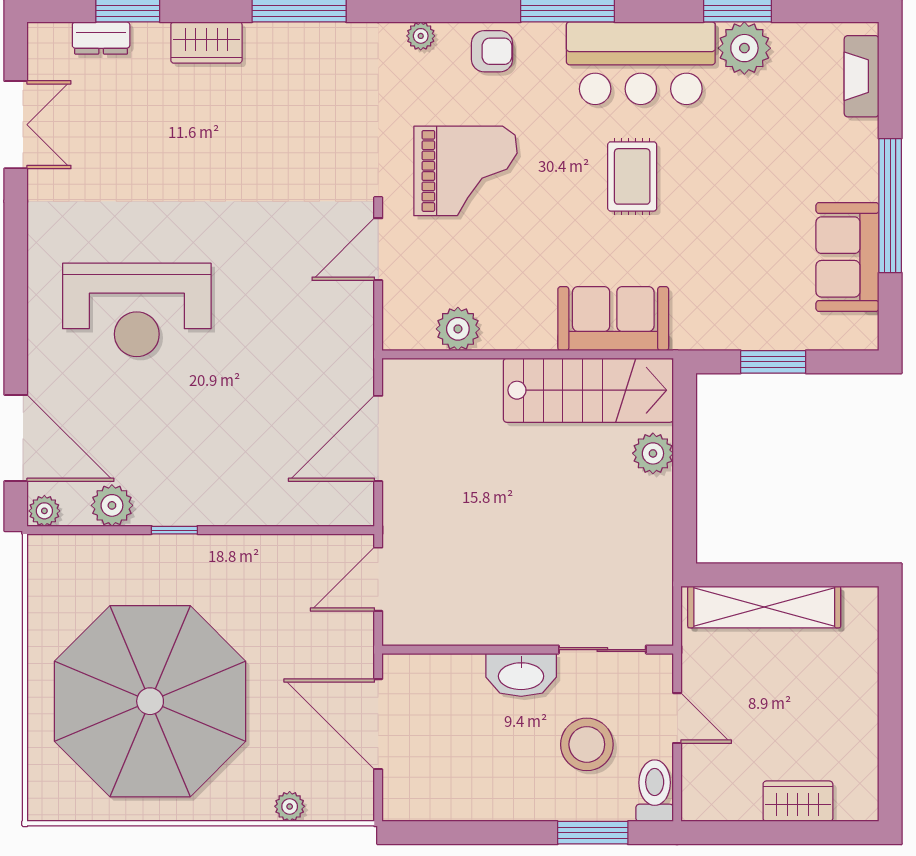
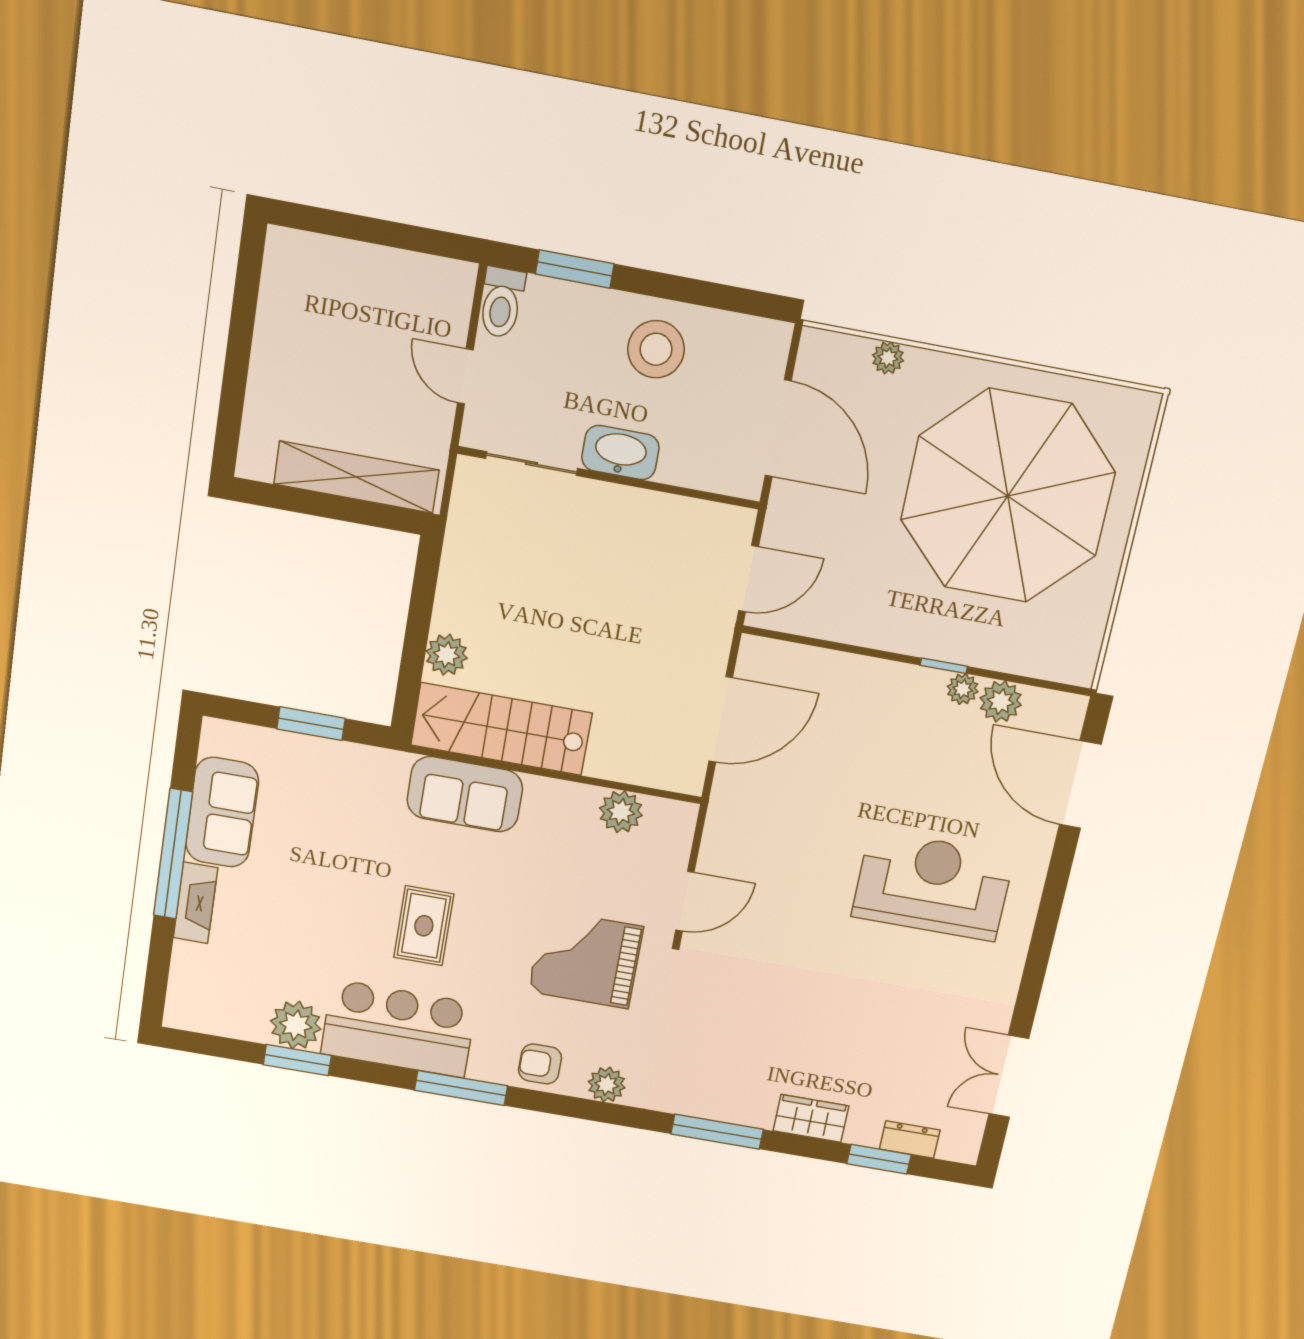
plant: (421, 36) -> (607, 1085), width x1.38, depth x1.38
fireplace: (862, 76) -> (195, 903), moved
plant: (44, 511) -> (963, 689), moved
stool: (587, 744) -> (656, 349), moved
wardrobe: (798, 801) -> (351, 262), removed

